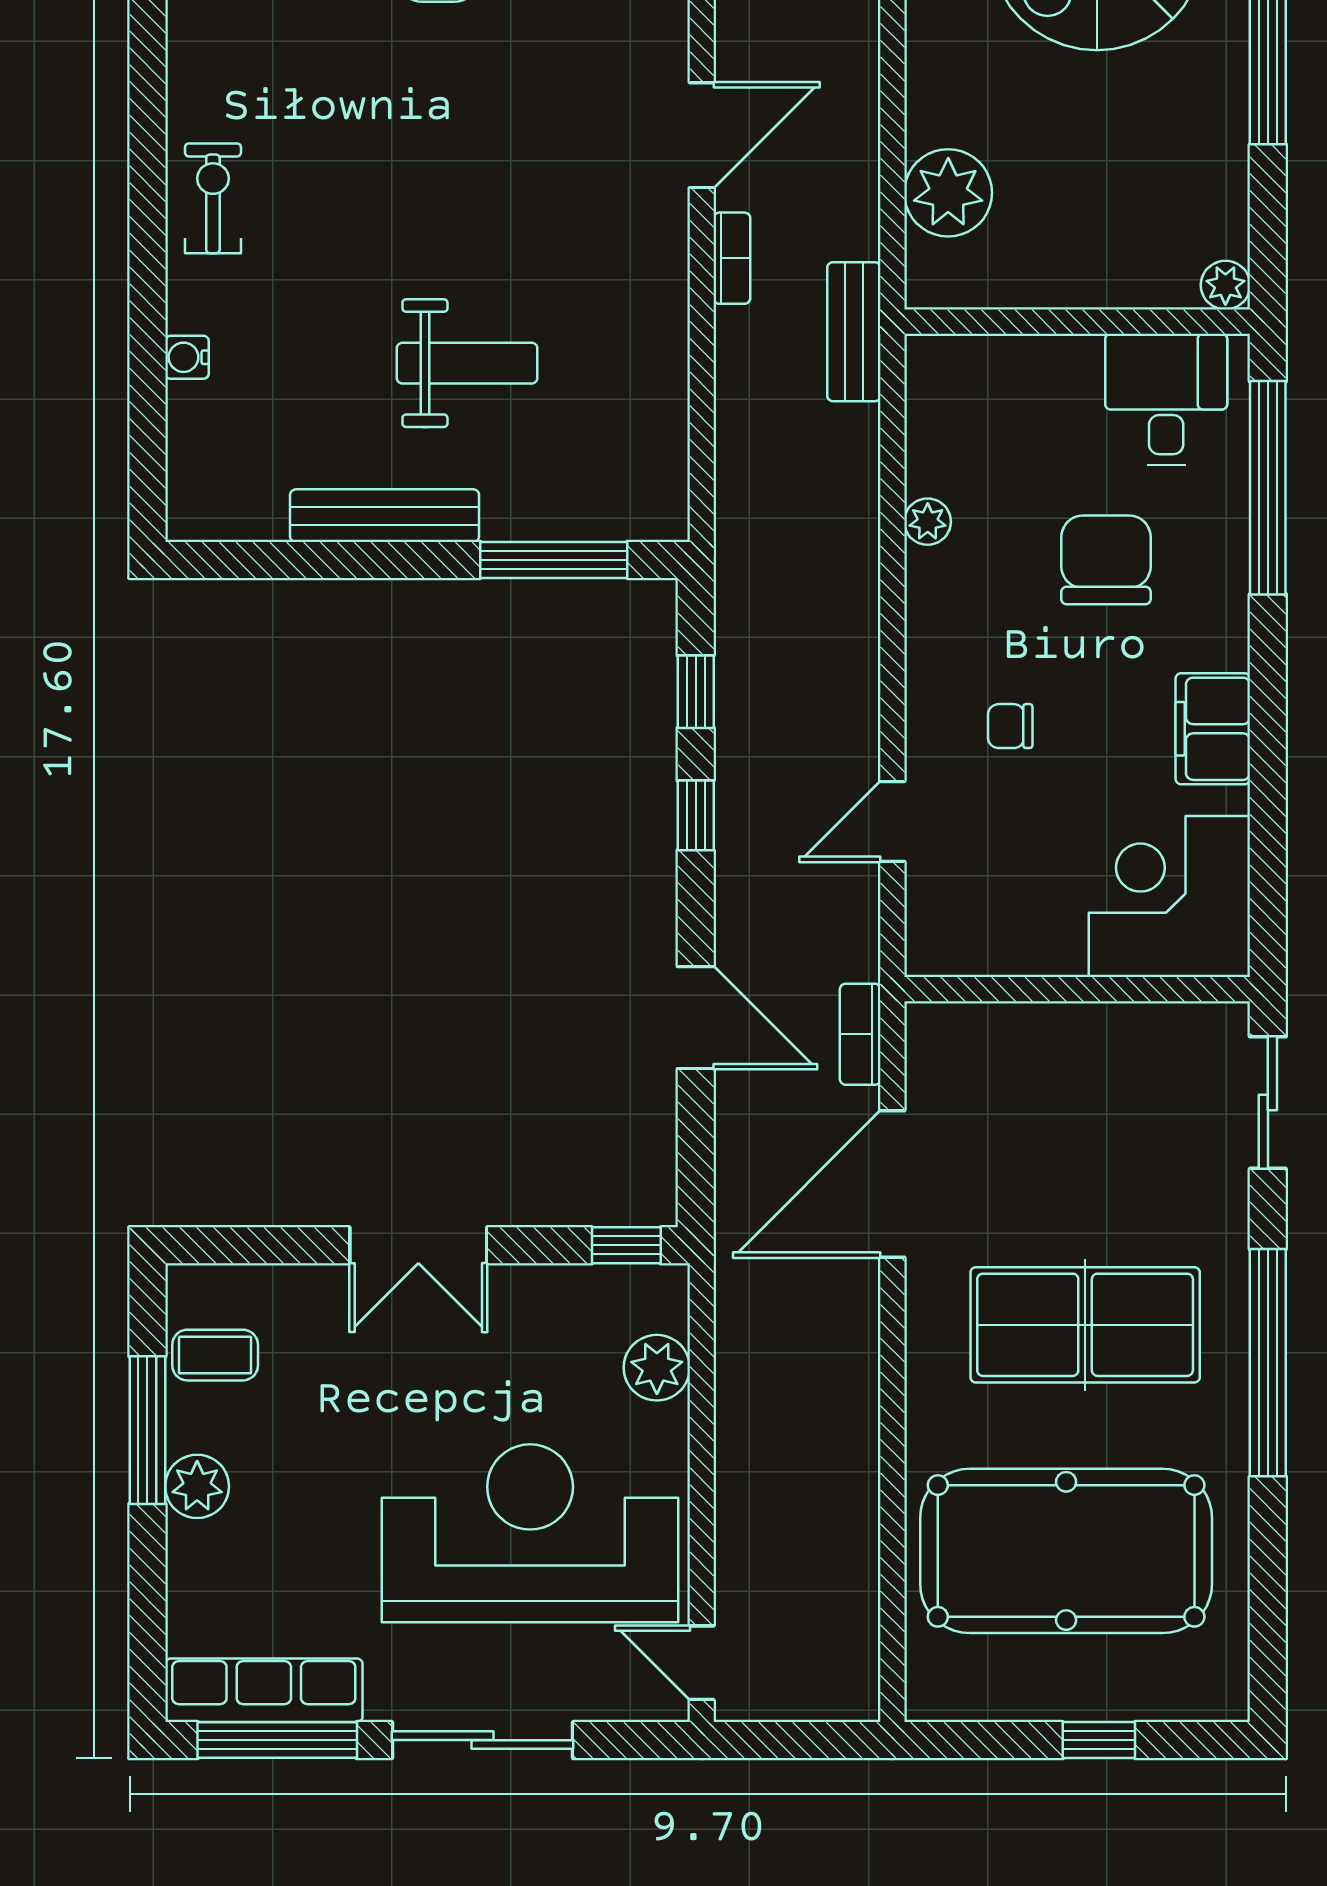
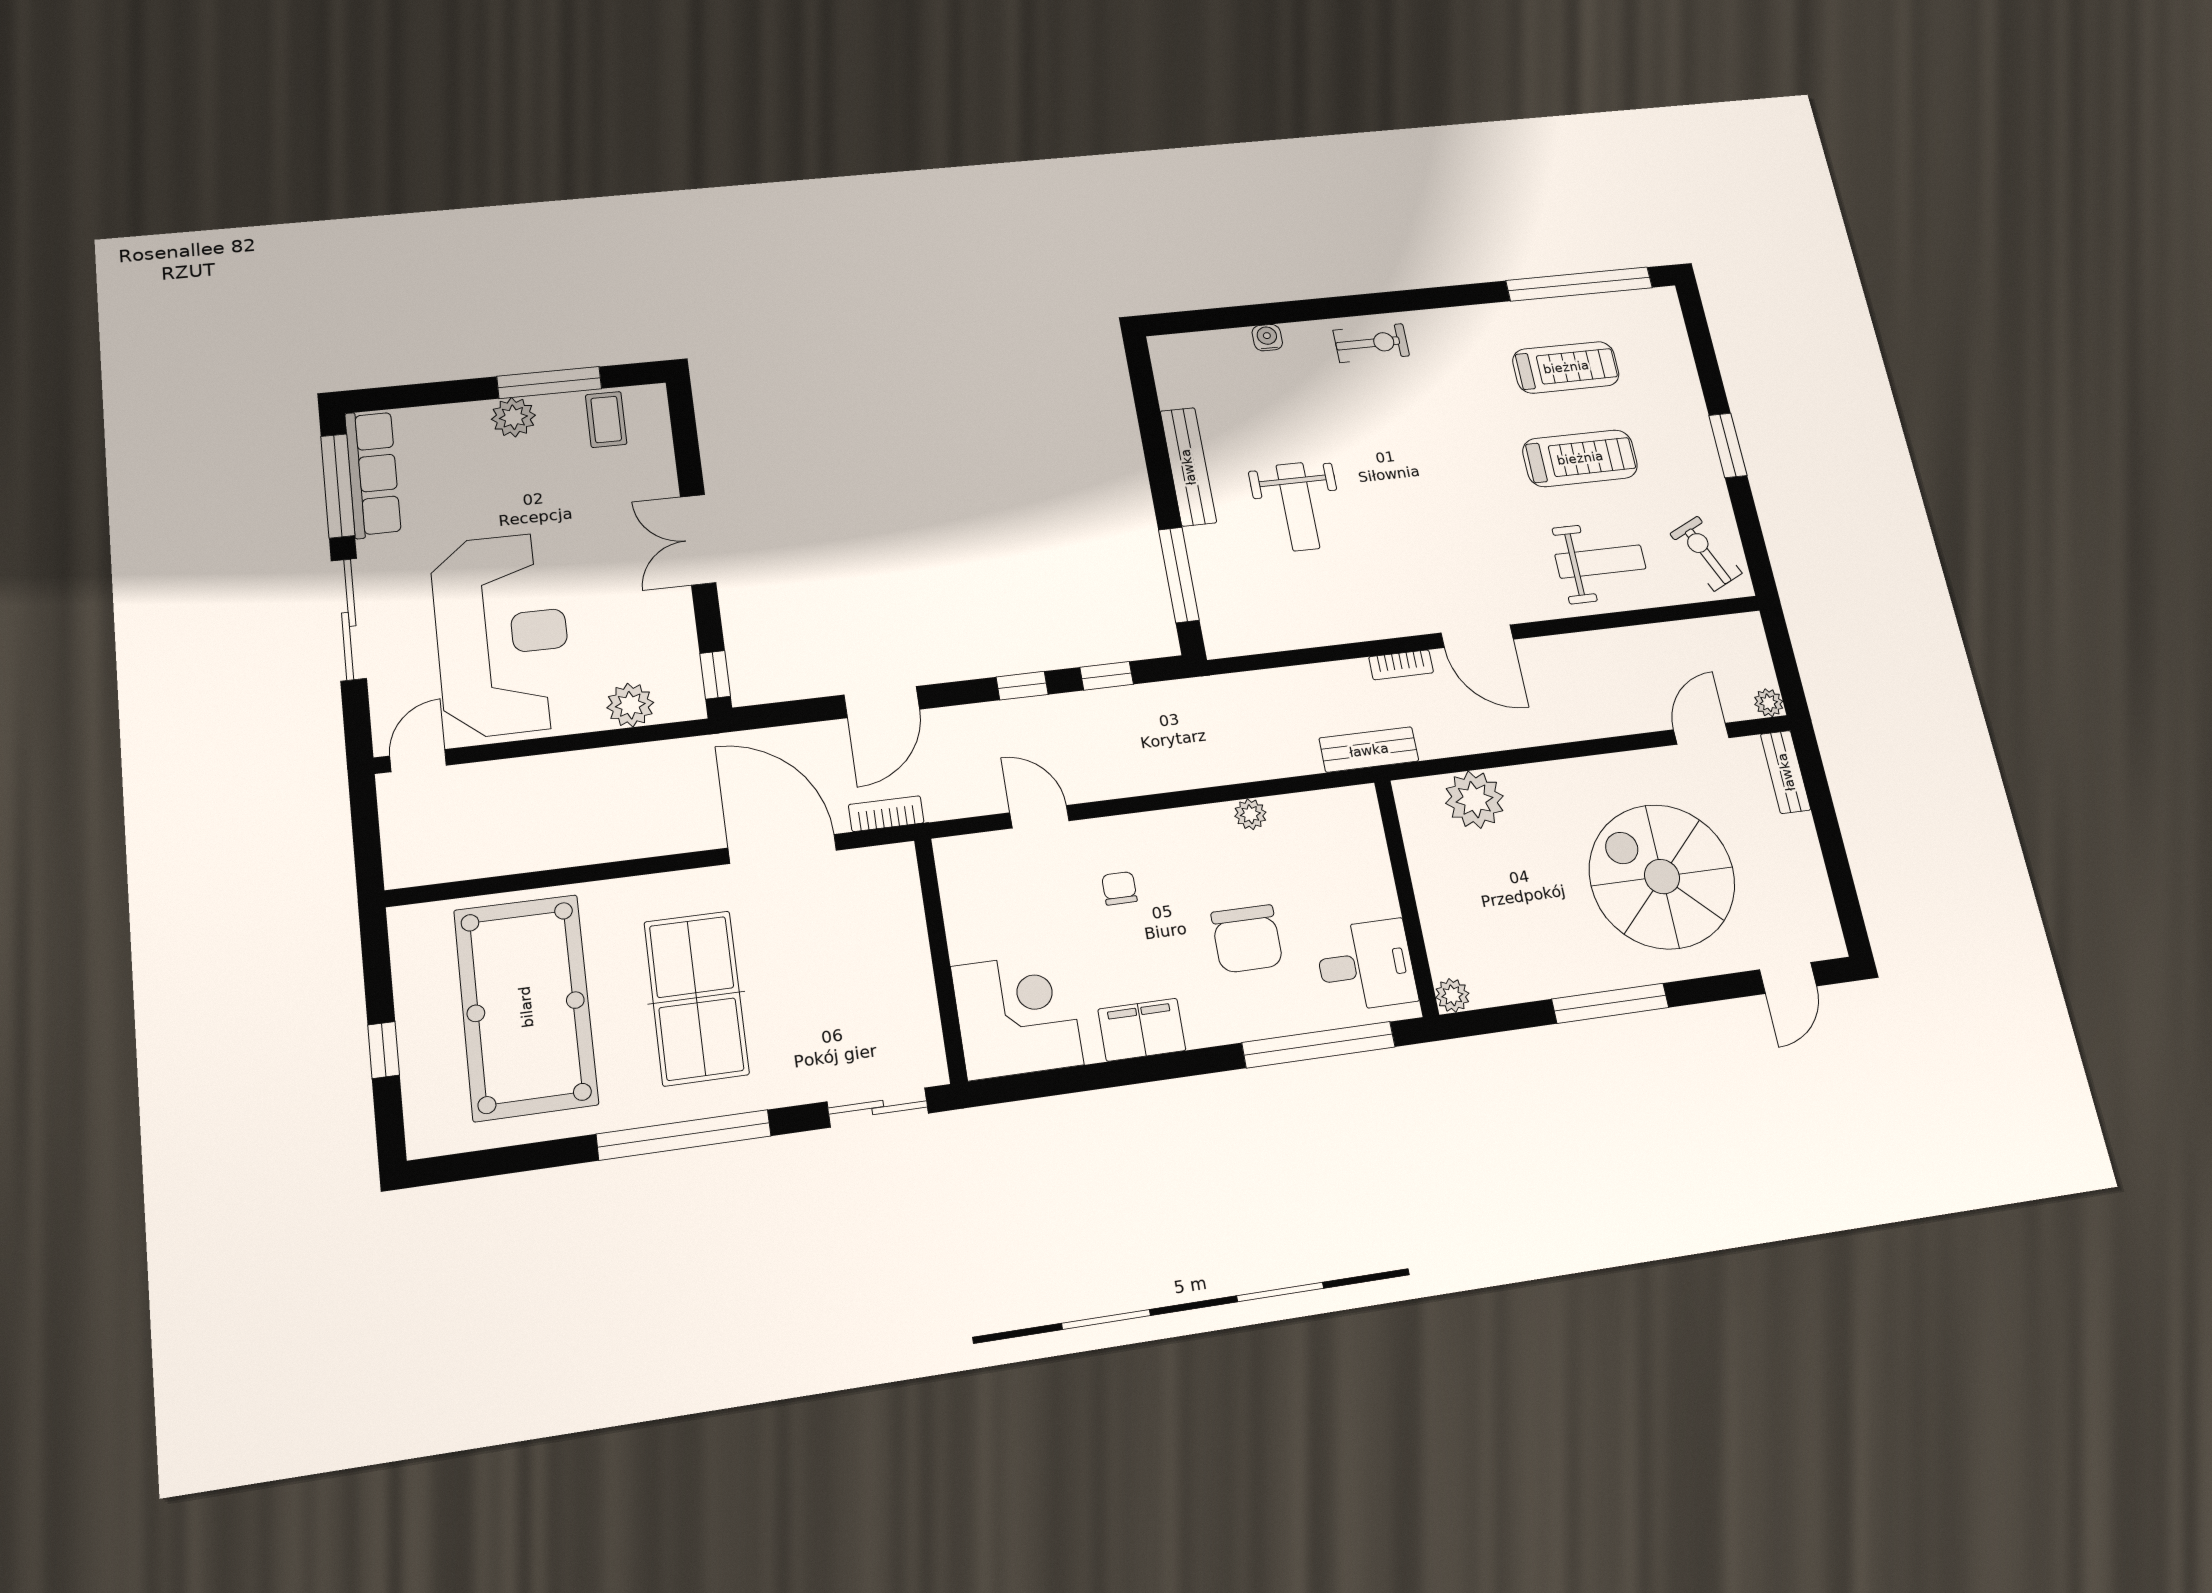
chair: (1106, 560) -> (1247, 939), turned 90

